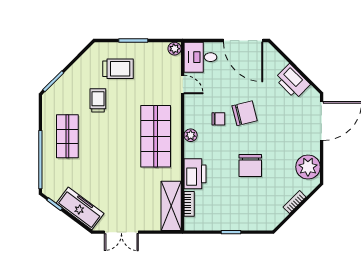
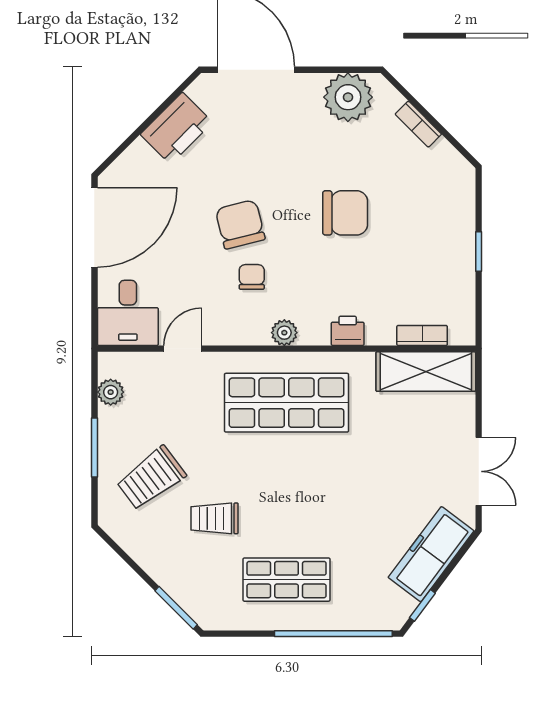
plant: (175, 49) -> (111, 392), moved
trolley: (118, 69) -> (151, 478), turned -127
printer: (195, 174) -> (348, 331), width x0.53, depth x0.68

